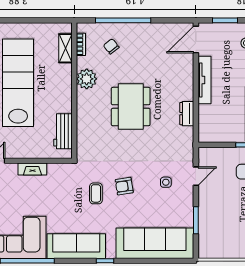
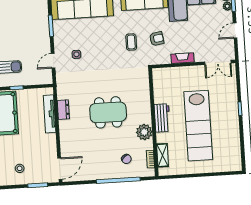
tv unit: (204, 80) -> (50, 114), moved
dining table: (131, 107) -> (108, 112), turned 90
workbench: (63, 131) -> (162, 118), moved
armchair: (124, 186) -> (157, 39), moved

